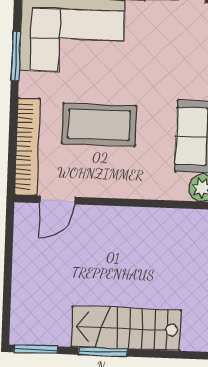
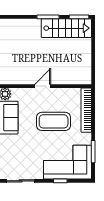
door: (58, 200) -> (43, 86), moved
stairs: (126, 328) -> (66, 28), moved

